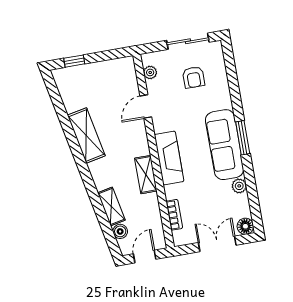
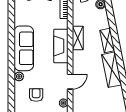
window: (243, 138) -> (11, 51), removed
plant: (239, 186) -> (19, 76), moved
shelving: (111, 206) -> (107, 41), moved

